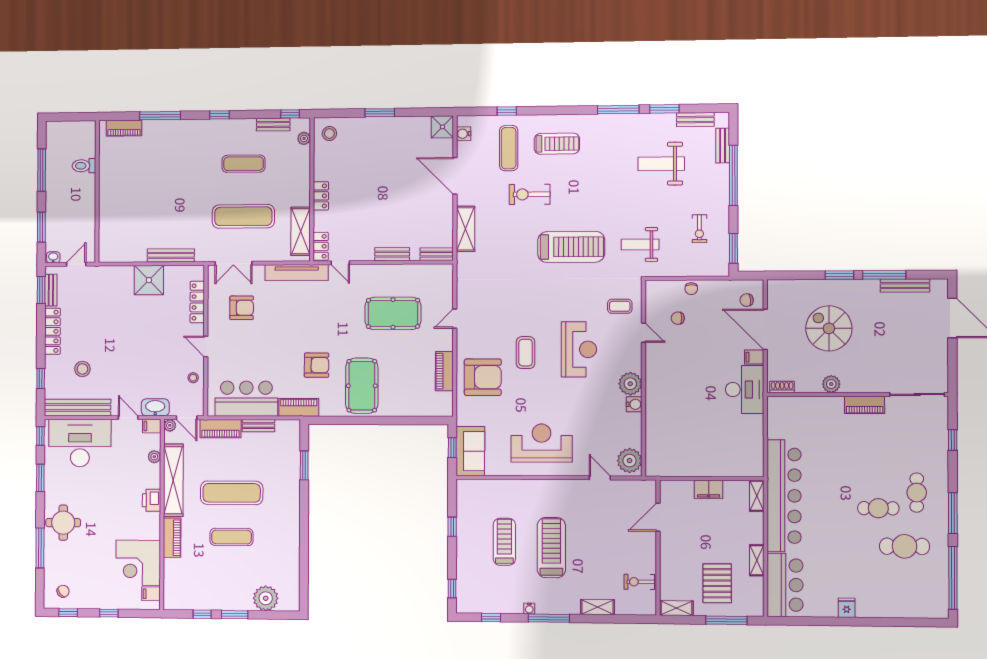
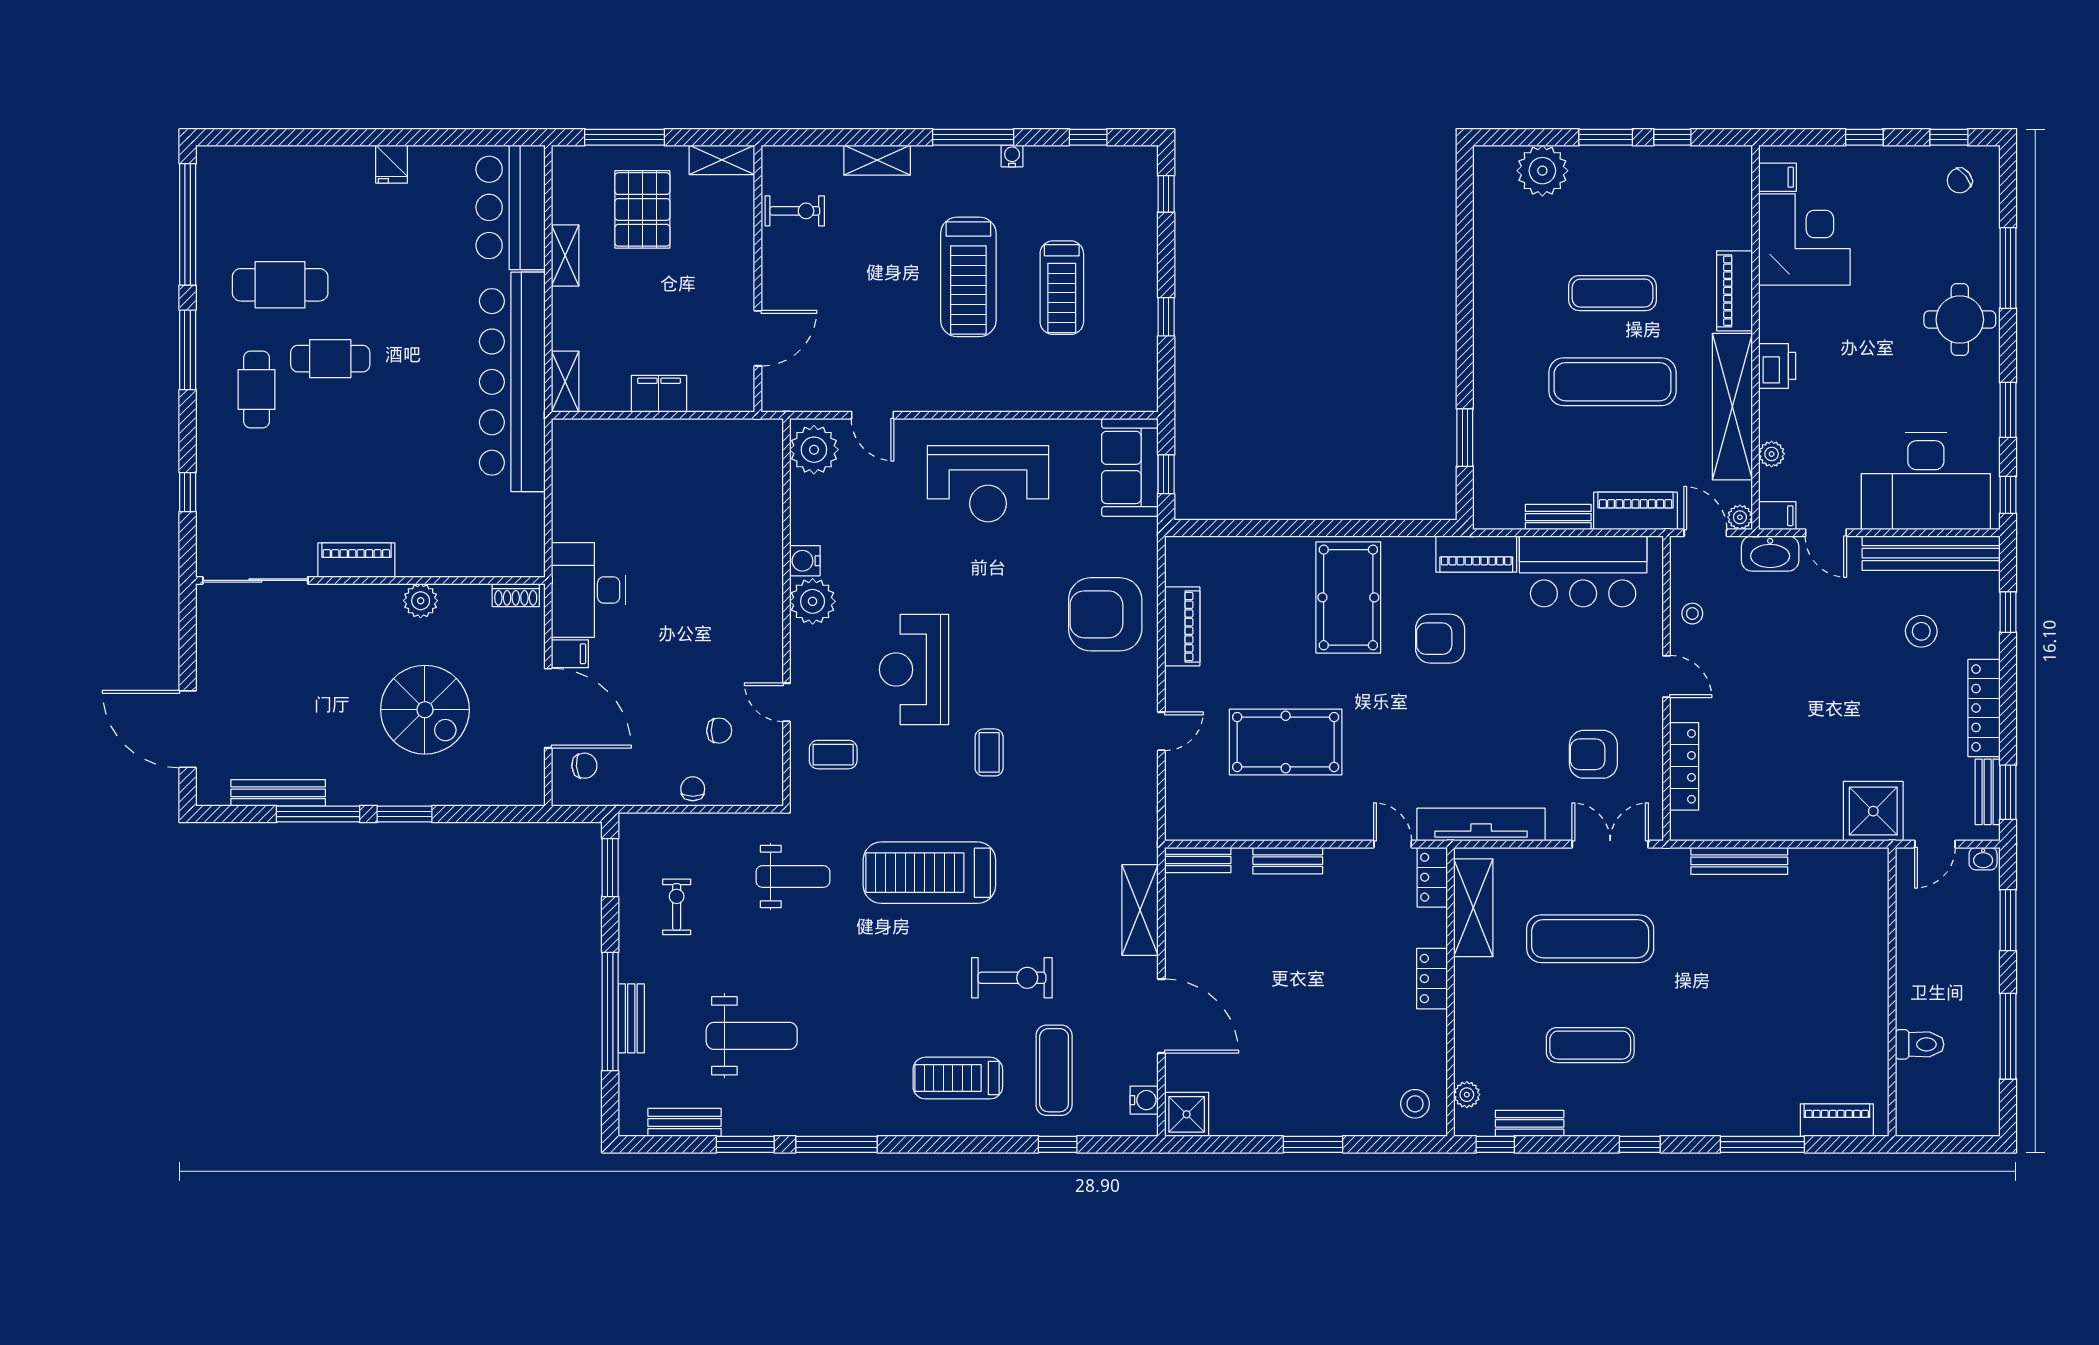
bench: (723, 146) -> (631, 1018), moved
shower: (149, 280) -> (1873, 811), moved
coffee table: (526, 353) -> (989, 752), moved, width x0.73, depth x0.77

